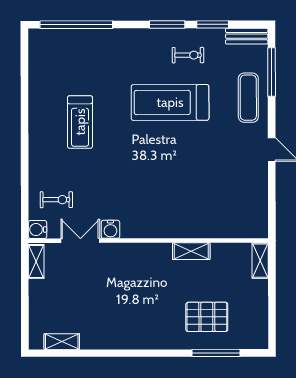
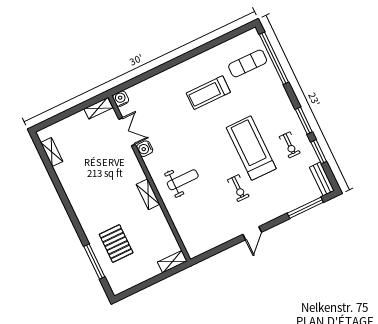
exercise mat: (248, 98) -> (248, 63), moved
exercise bike: (56, 200) -> (238, 188), moved
weight bench: (169, 202) -> (183, 180), added
shelving: (191, 251) -> (148, 194), moved

